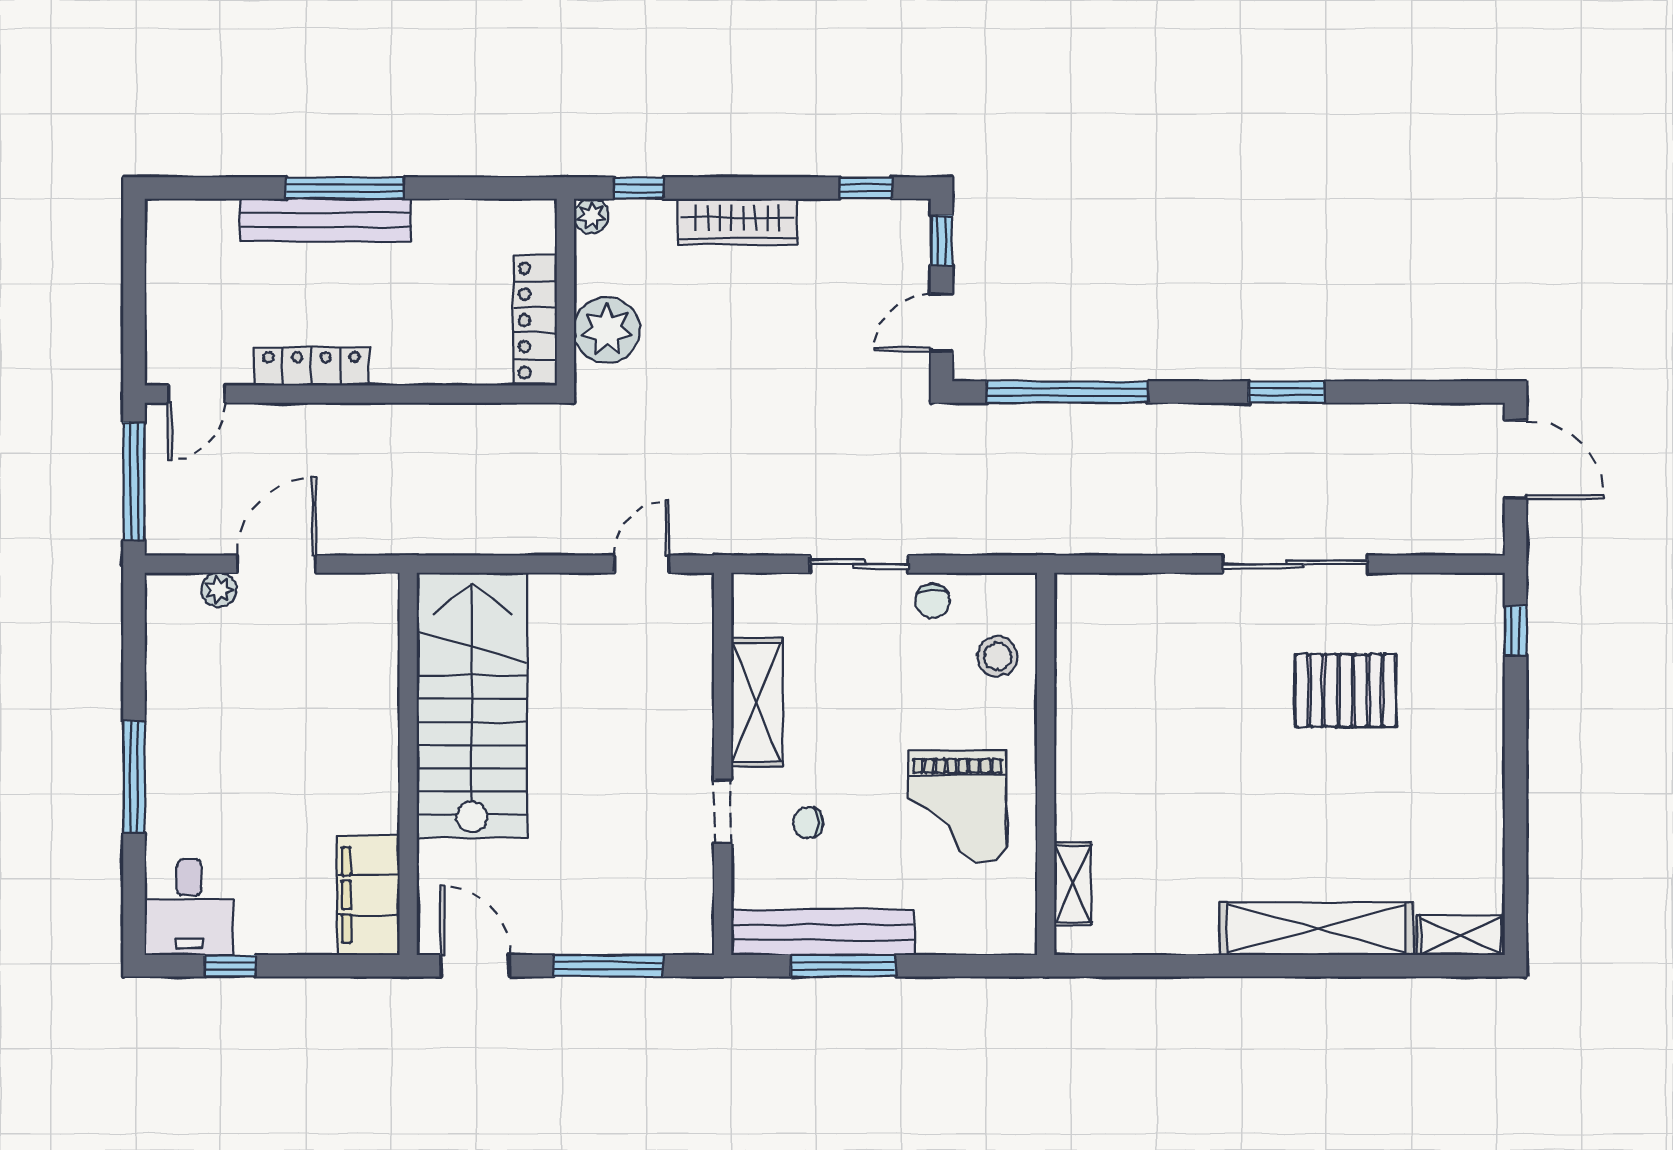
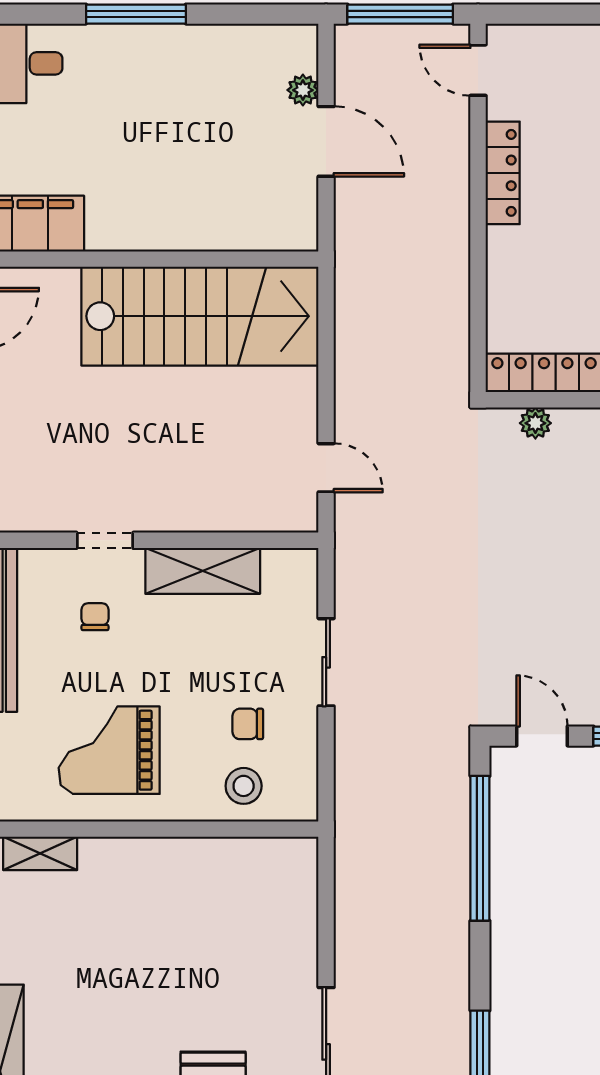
plant: (607, 330) -> (535, 423), width x0.53, depth x0.53
chair: (932, 601) -> (248, 724), moved

